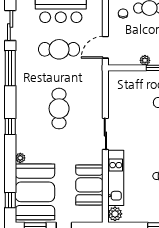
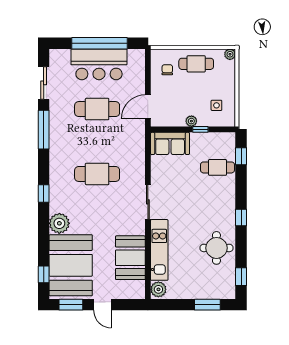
sofa: (126, 81) -> (170, 143), added
cafe table: (59, 109) -> (97, 174), turned 90
plant: (20, 158) -> (59, 223), width x1.87, depth x1.87

